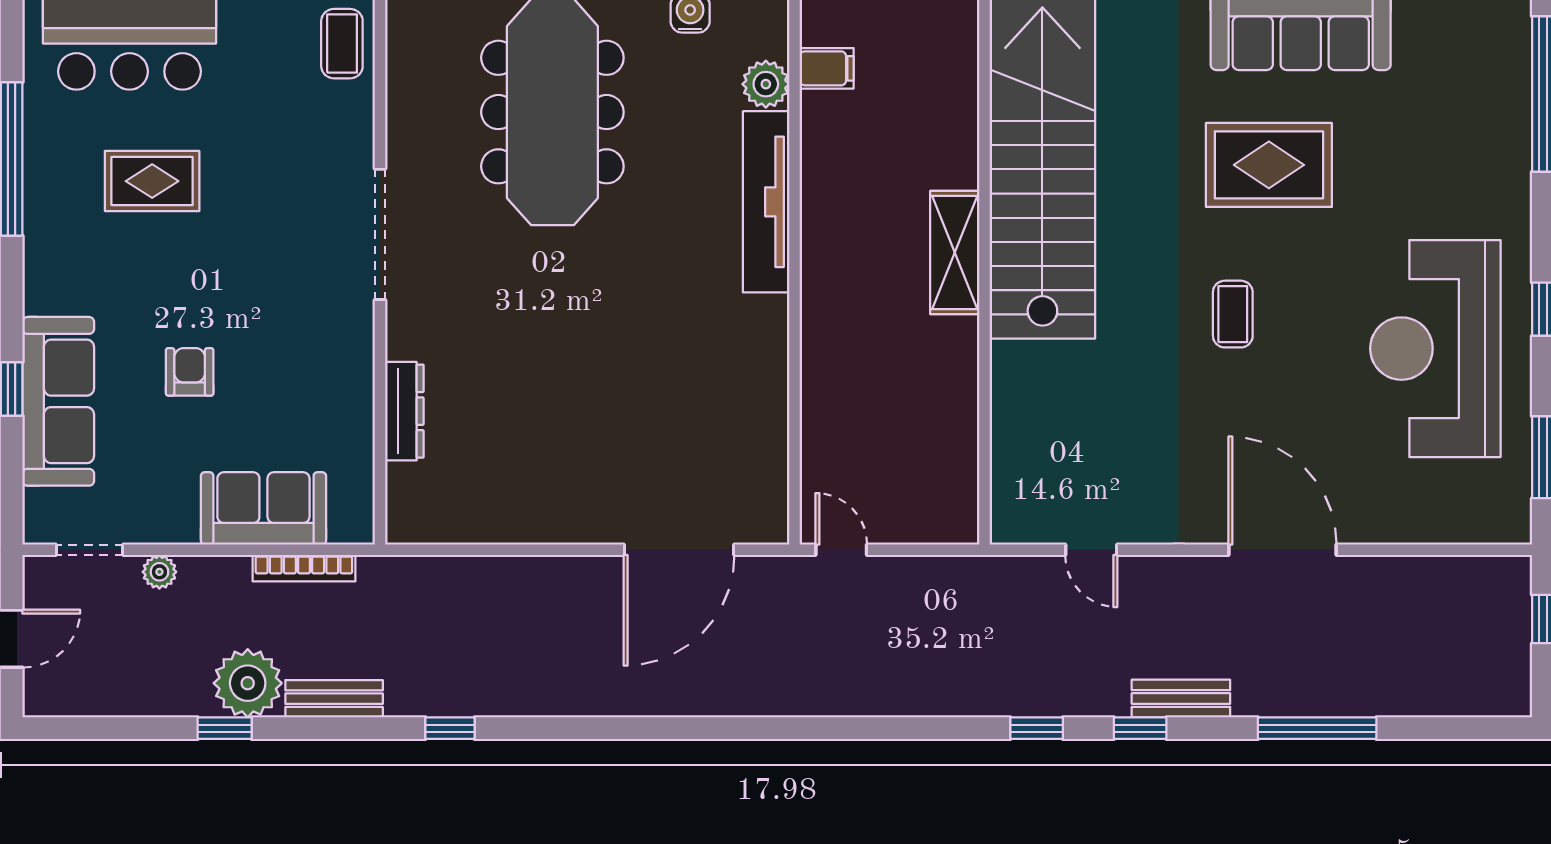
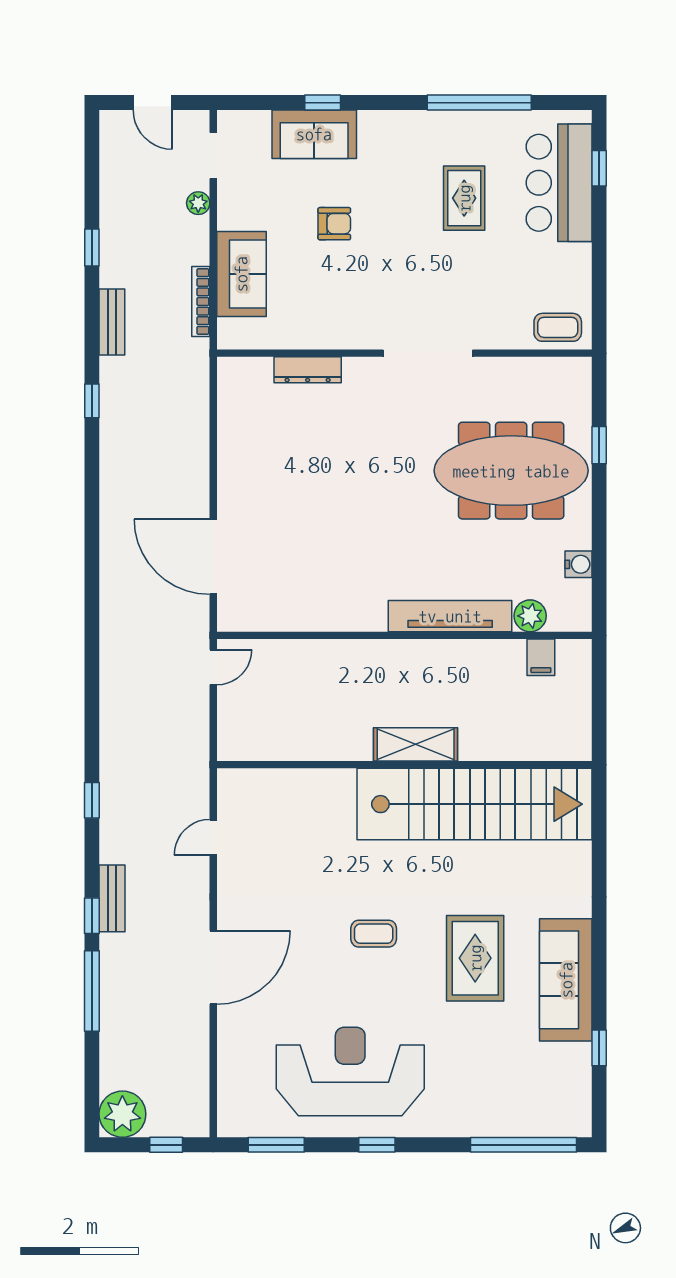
sofa: (58, 401) -> (314, 134), width x0.73
plant: (248, 683) -> (122, 1114), moved
window: (1140, 728) -> (92, 916), moved

